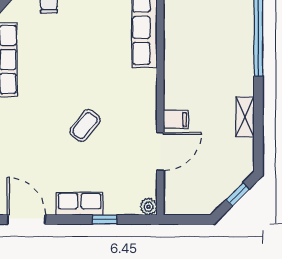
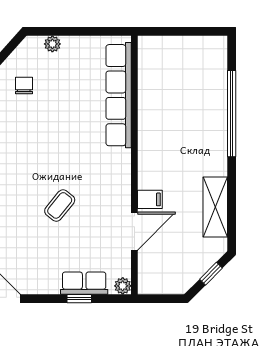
shelving: (245, 117) -> (215, 207), width x1.50, depth x1.33
row of seats: (79, 204) -> (84, 283), moved

